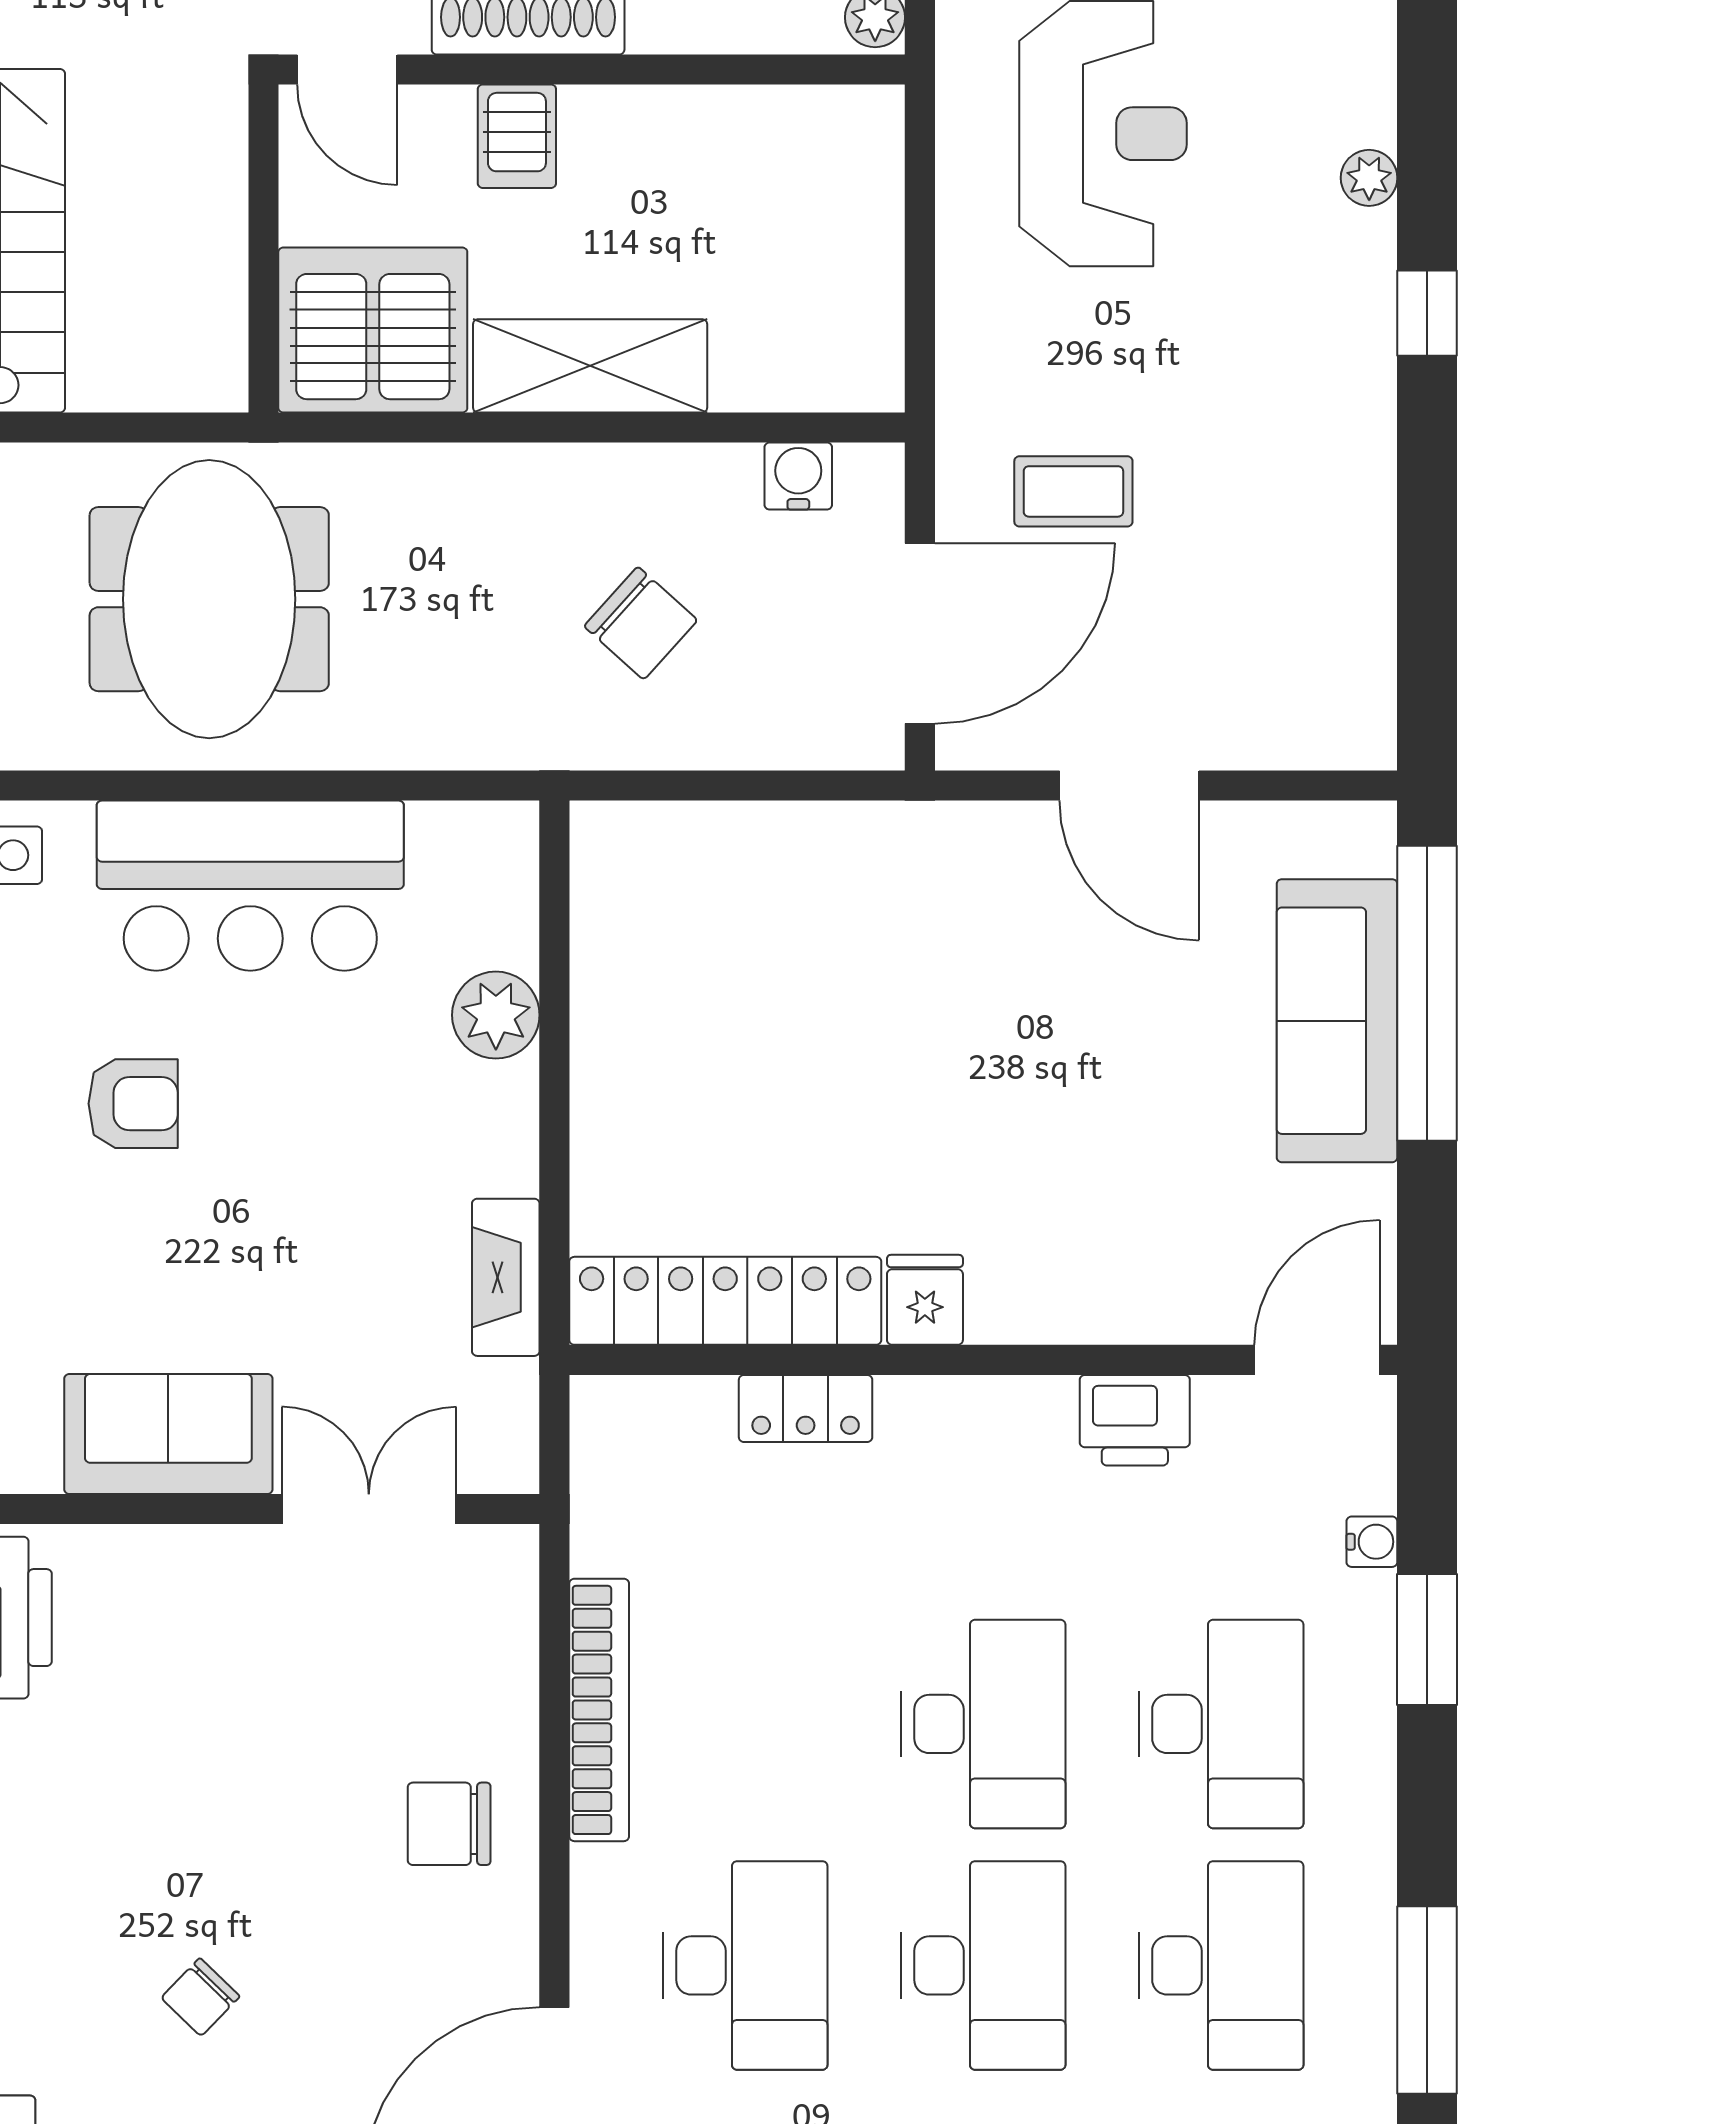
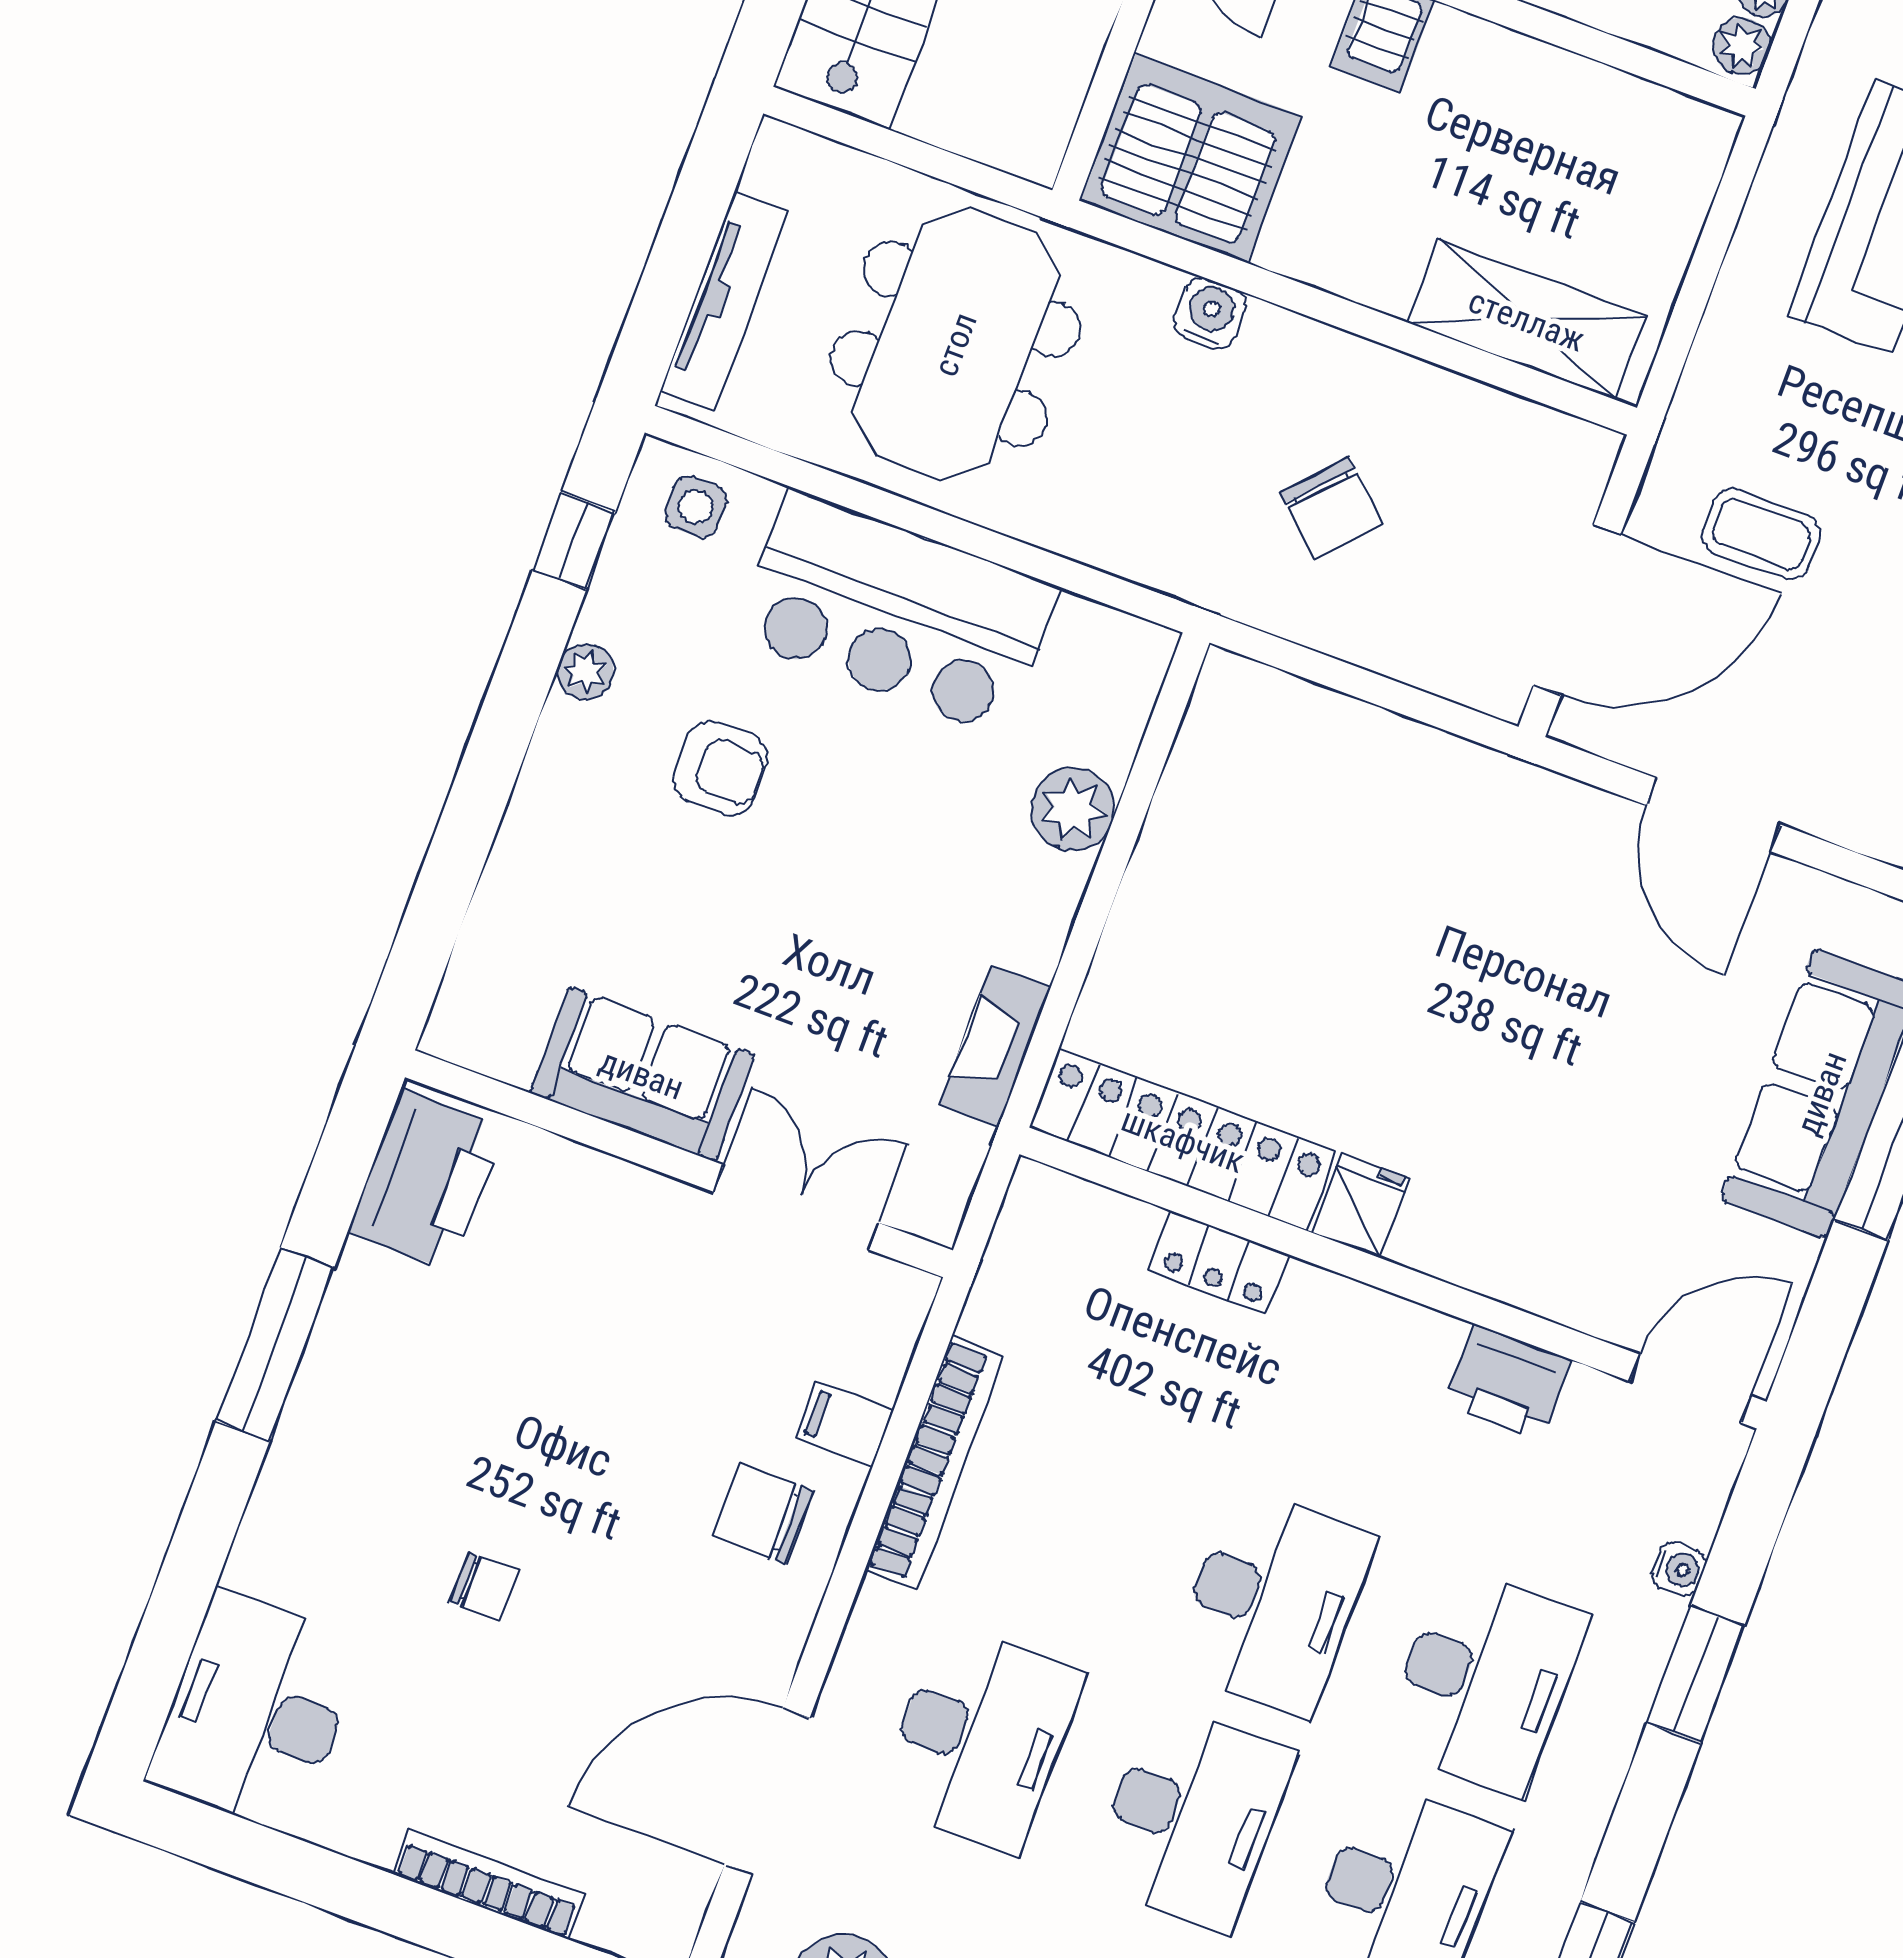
shelving: (590, 366) -> (1527, 320), moved
water cooler: (798, 476) -> (1210, 314), moved
filing cabinet: (496, 1705) -> (845, 1424), added
chair: (200, 1997) -> (484, 1586), turned -134

